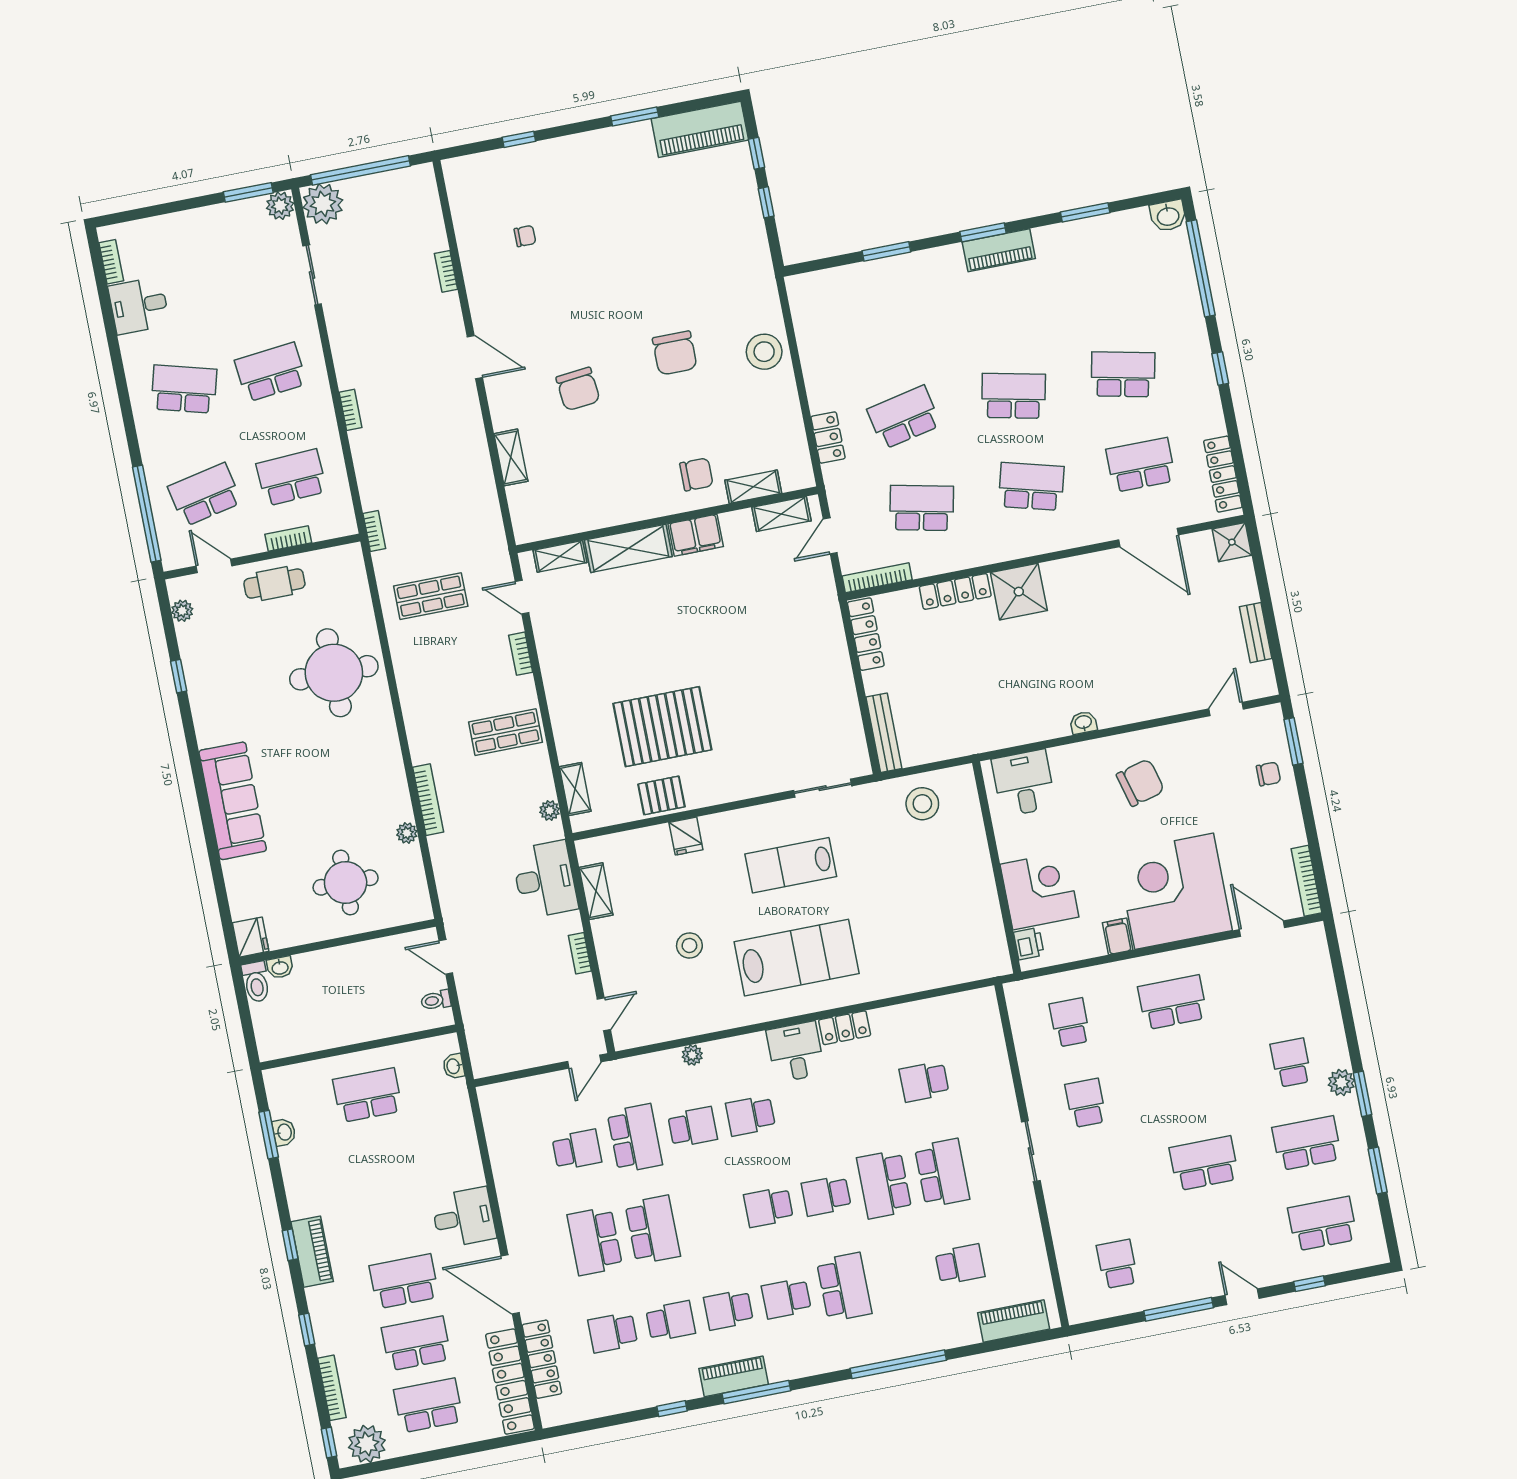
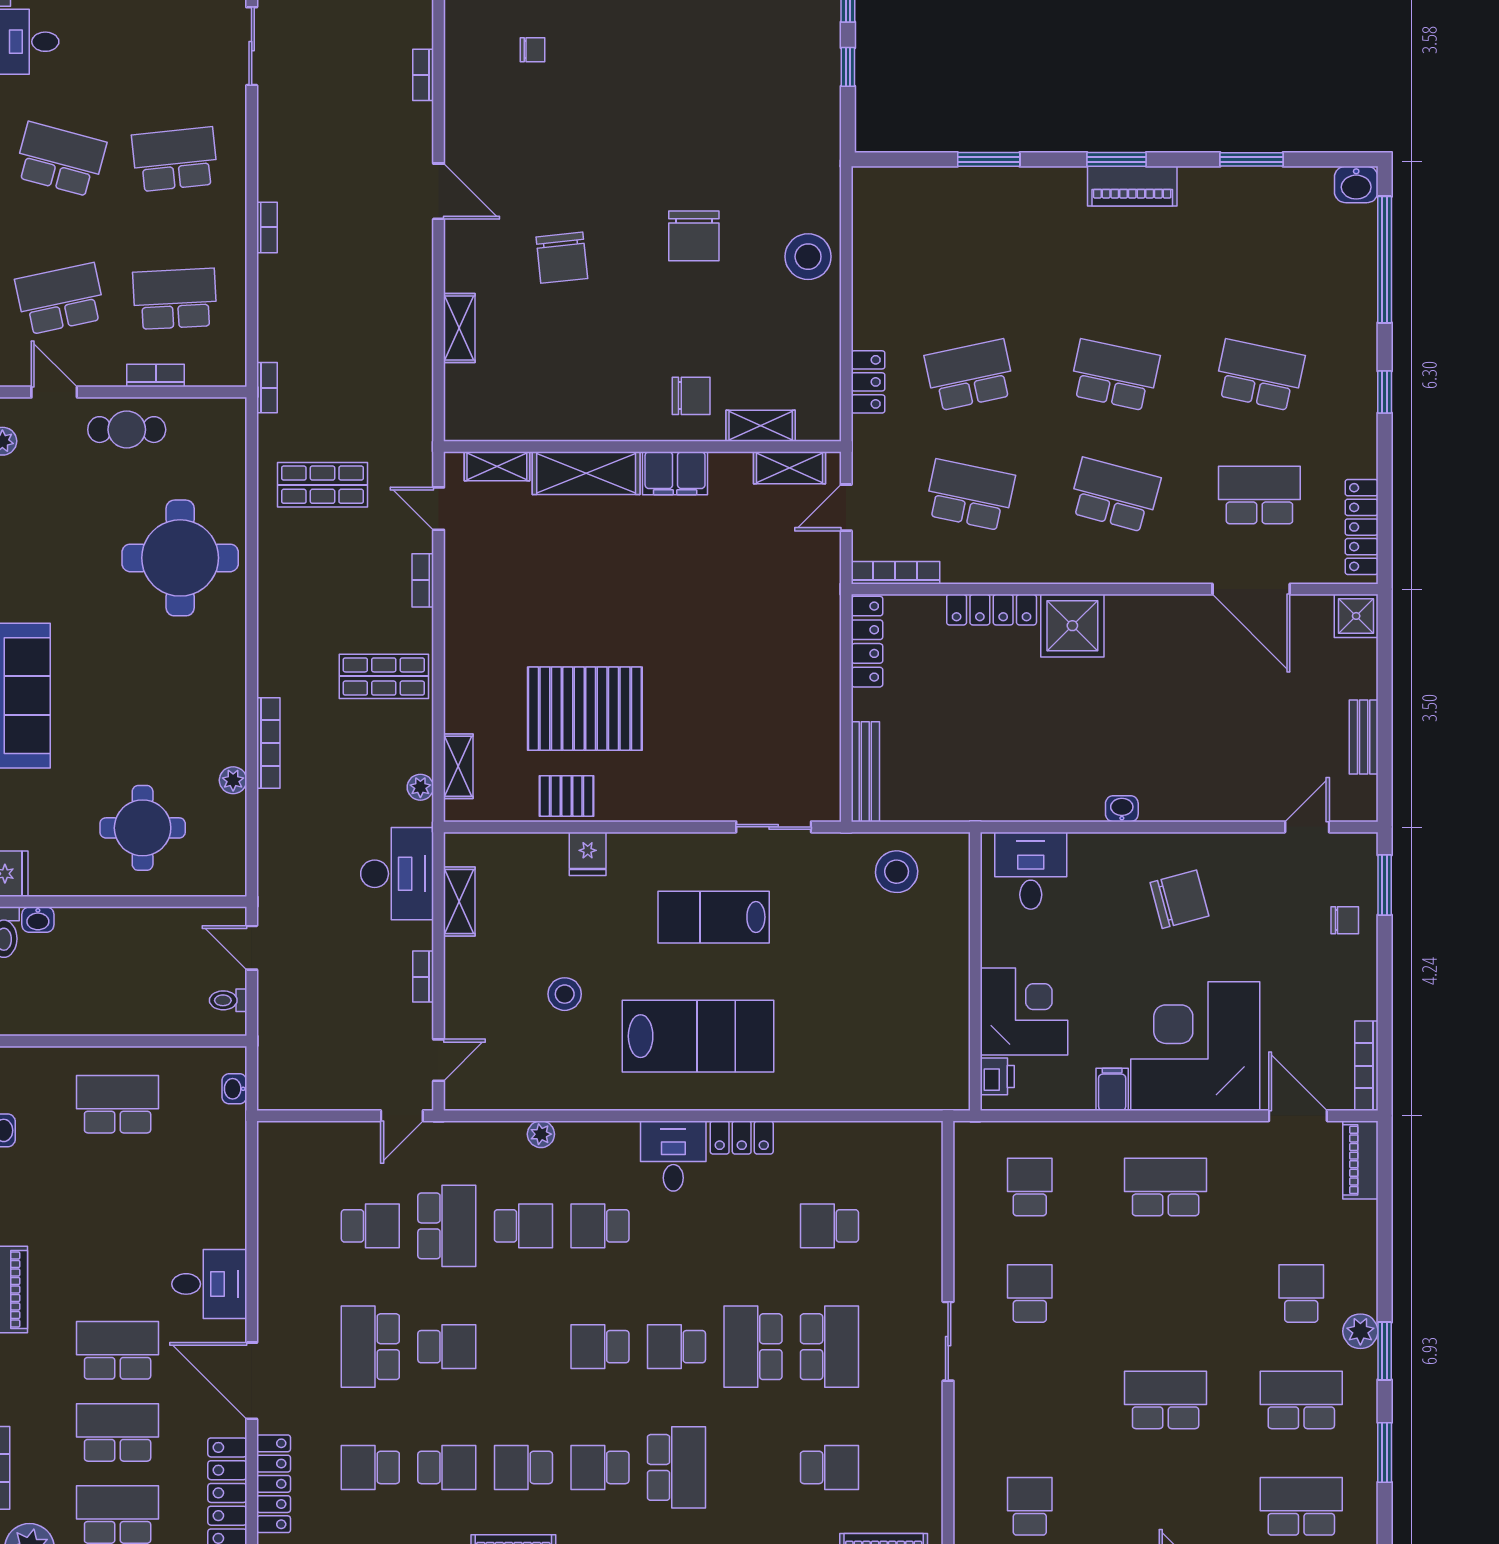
piano: (1316, 953) -> (1360, 1160), added
school desk: (653, 1230) -> (447, 1347), width x0.54

